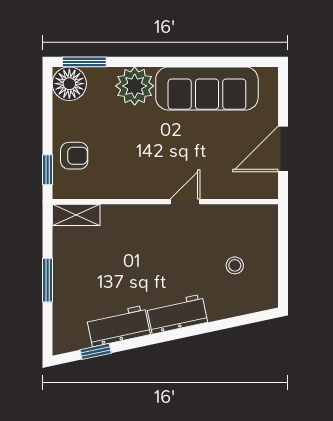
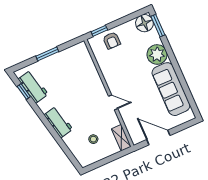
shelving: (76, 215) -> (121, 138), moved
workbench: (118, 326) -> (33, 87), moved

